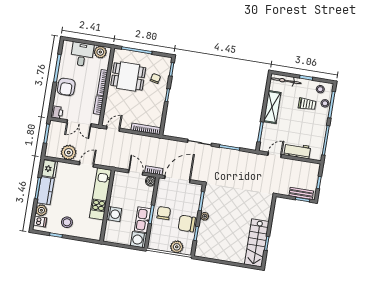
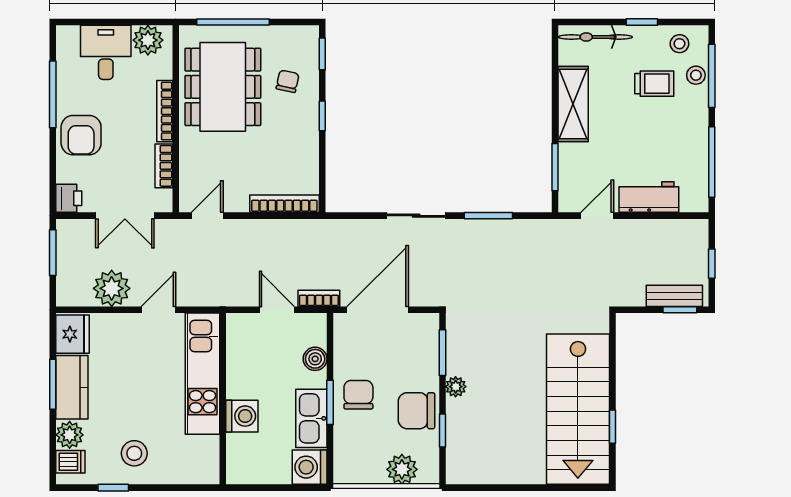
dining table: (128, 76) -> (223, 87), width x1.38
boiler: (150, 181) -> (315, 359), moved
stairs: (257, 243) -> (578, 409), width x1.36, depth x1.51

